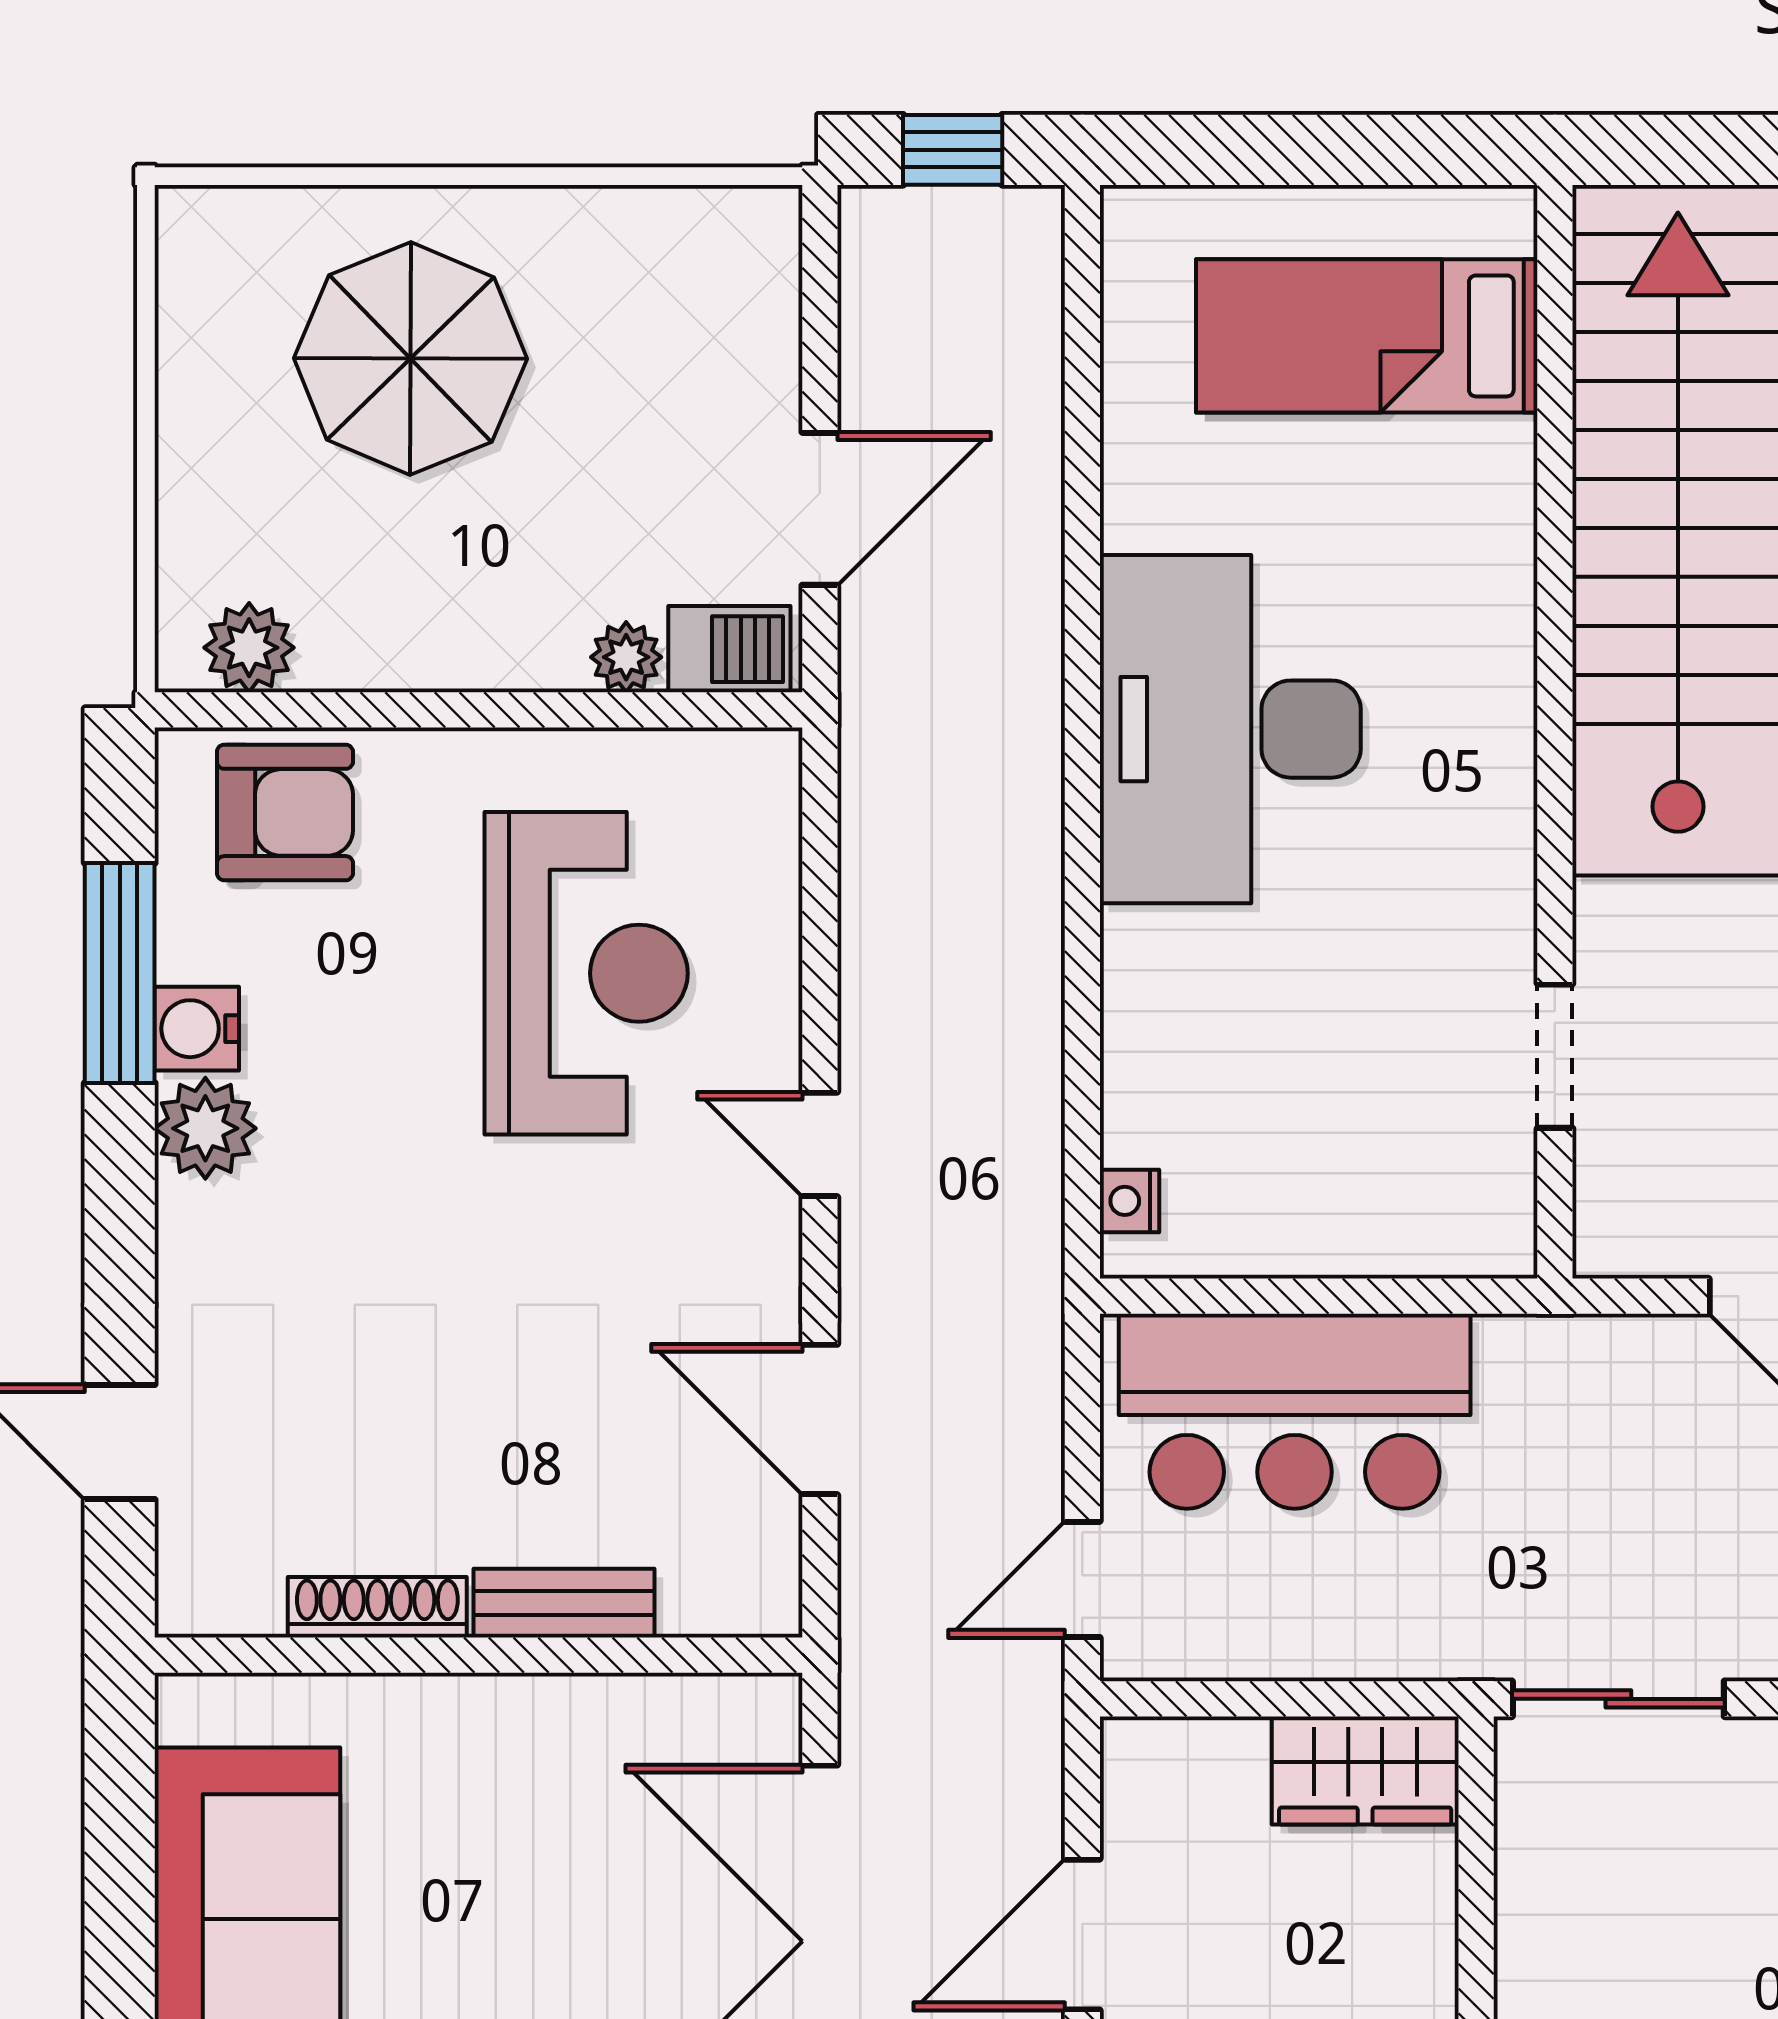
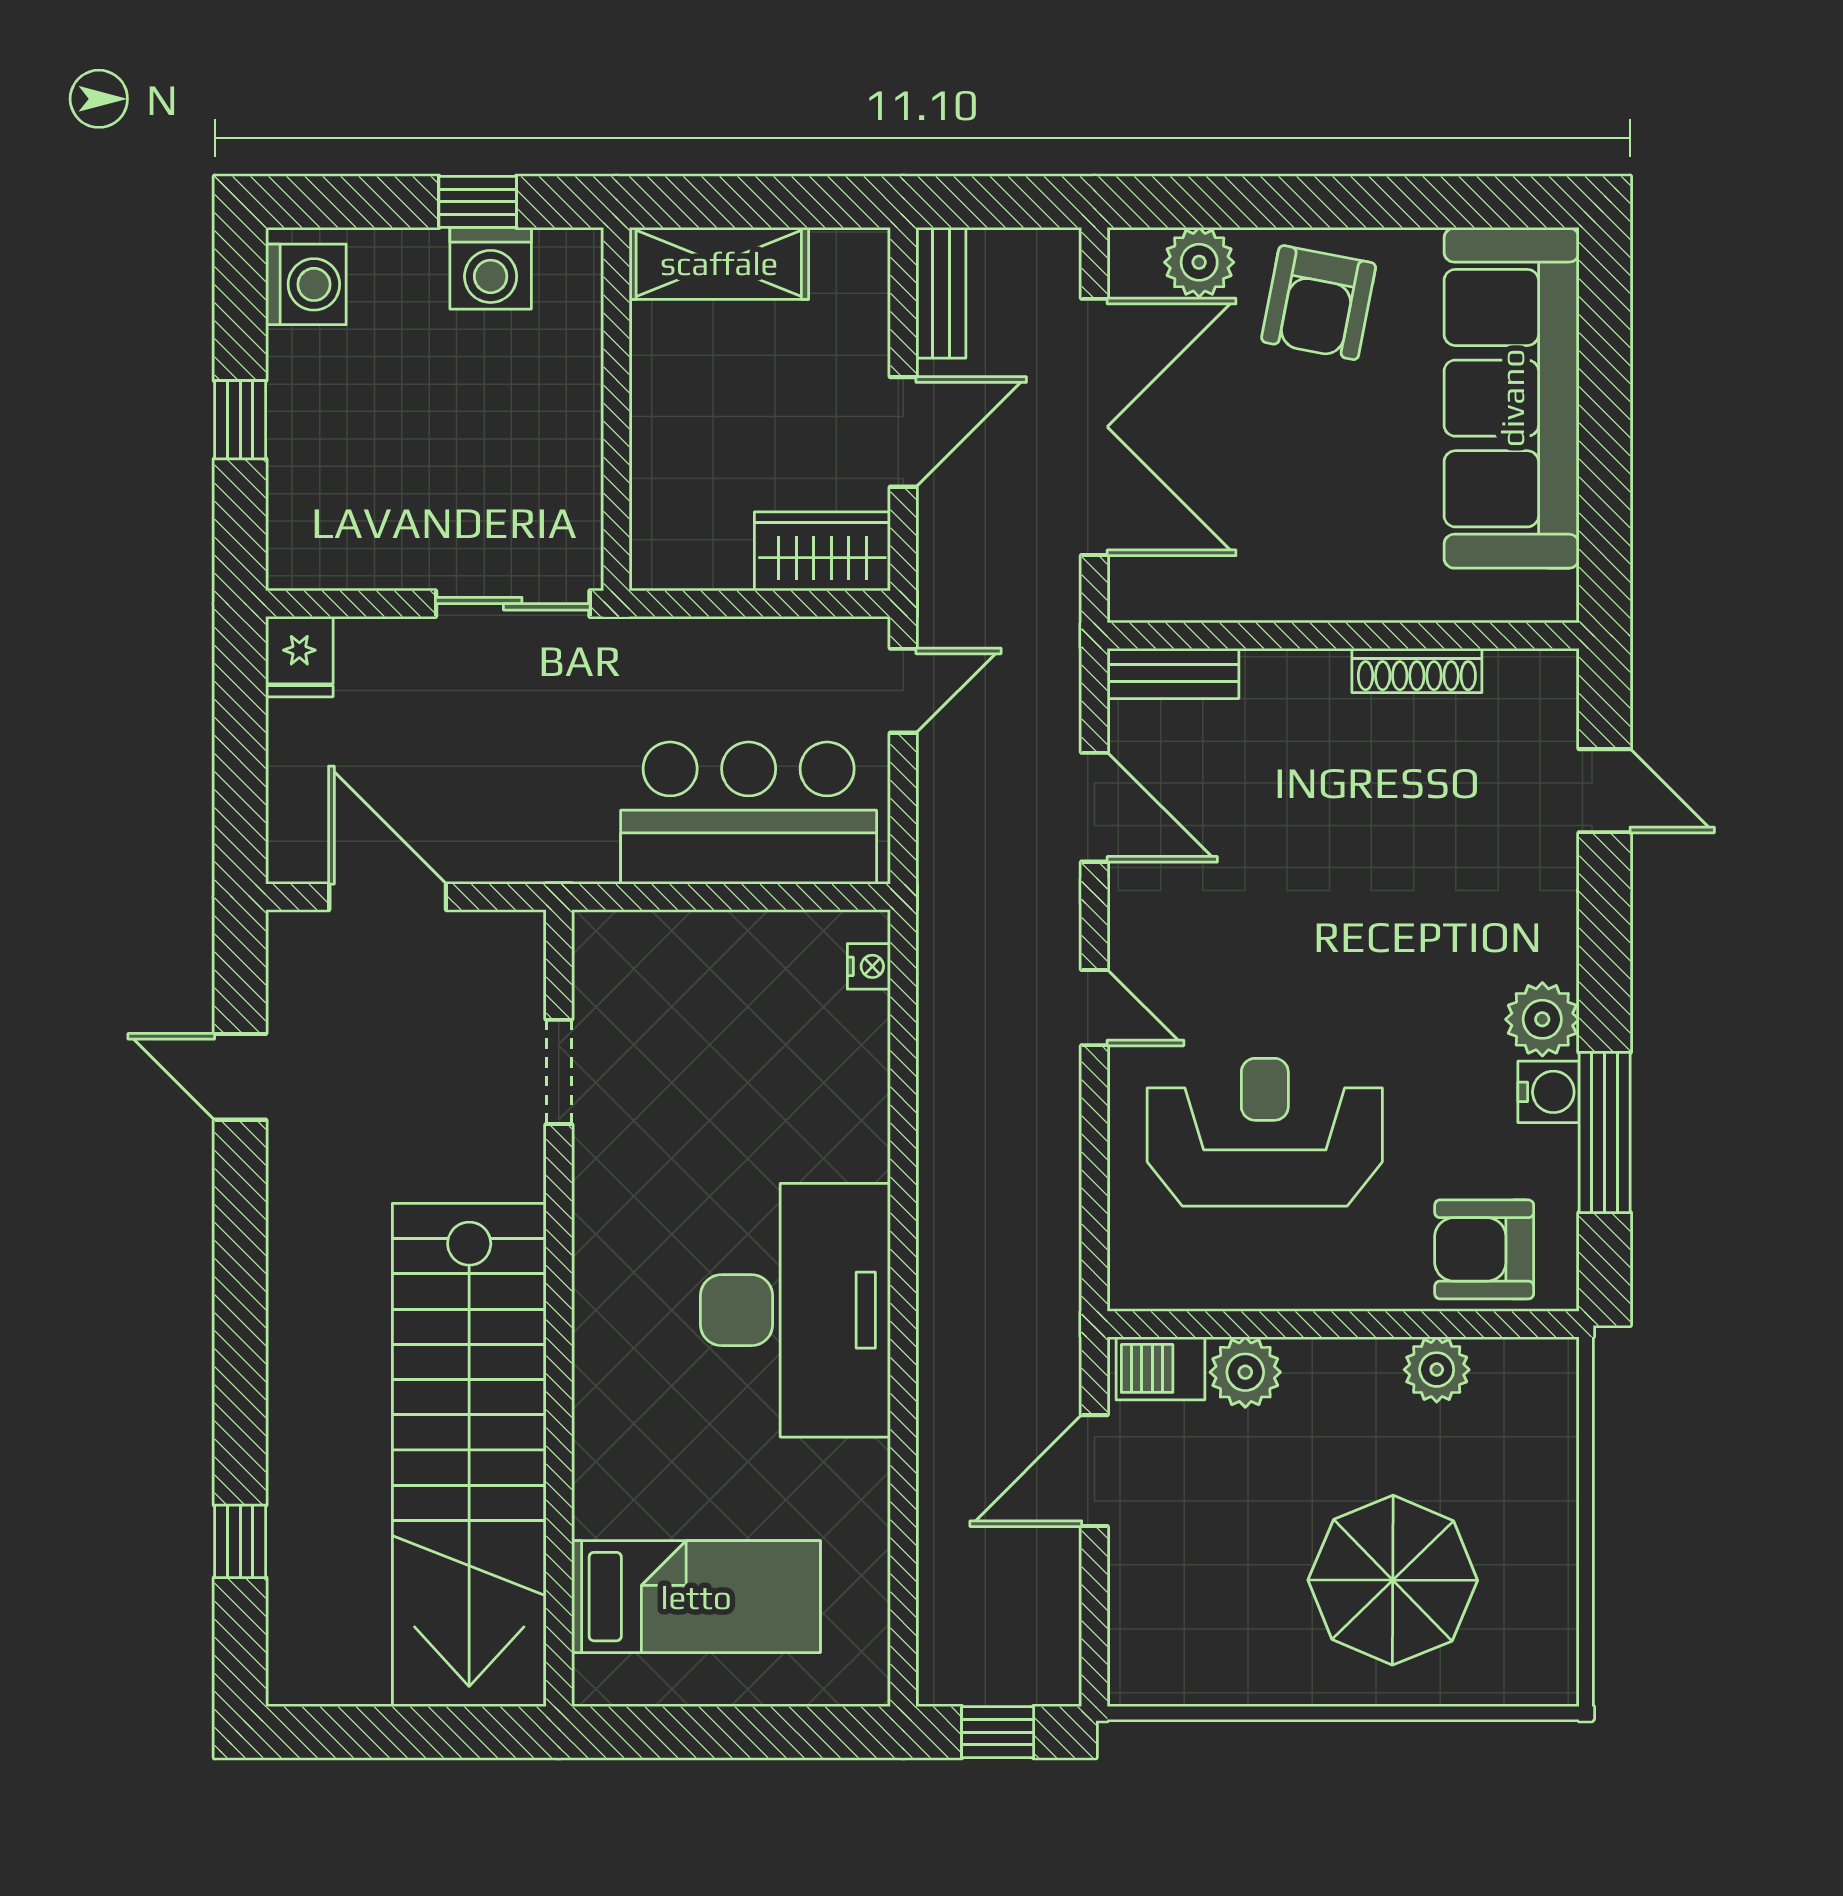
plant: (249, 648) -> (1437, 1370), moved
plant: (626, 657) -> (1245, 1372), width x1.38, depth x1.38
reception desk: (586, 973) -> (1265, 1132), turned 90
bench: (564, 1603) -> (1173, 673), moved
wardrobe: (1365, 1770) -> (822, 551), moved

